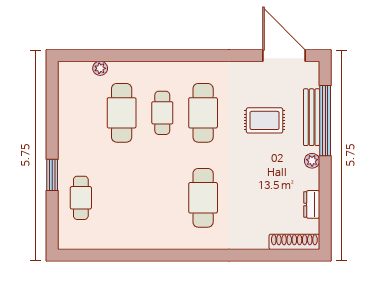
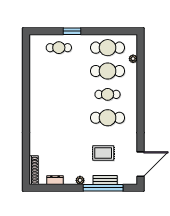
bench: (312, 117) -> (105, 180), width x0.73
rug: (265, 120) -> (103, 153), turned 90
cafe table: (203, 198) -> (108, 48), moved

